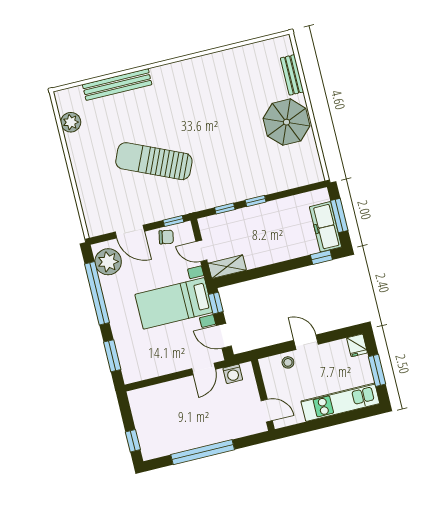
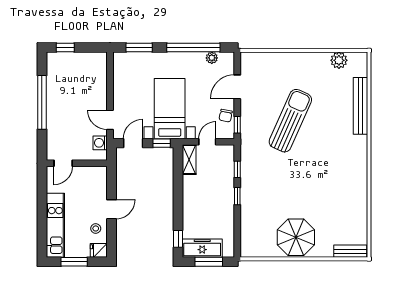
bench: (292, 75) -> (350, 251), moved
plant: (108, 262) -> (212, 58), width x0.53, depth x0.53
stool: (288, 362) -> (96, 228), moved

